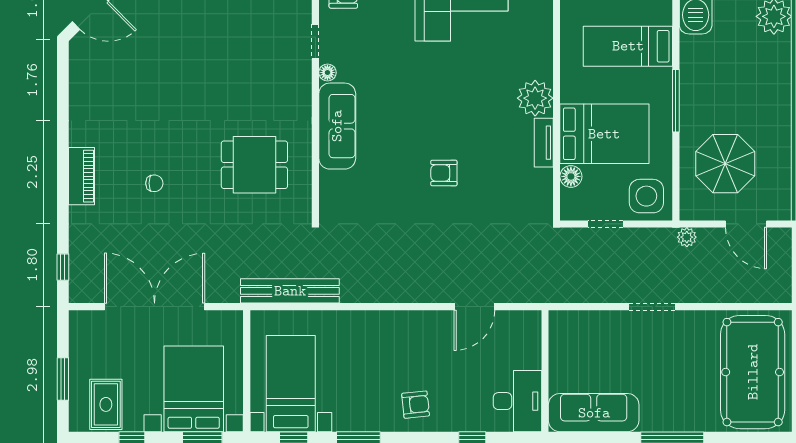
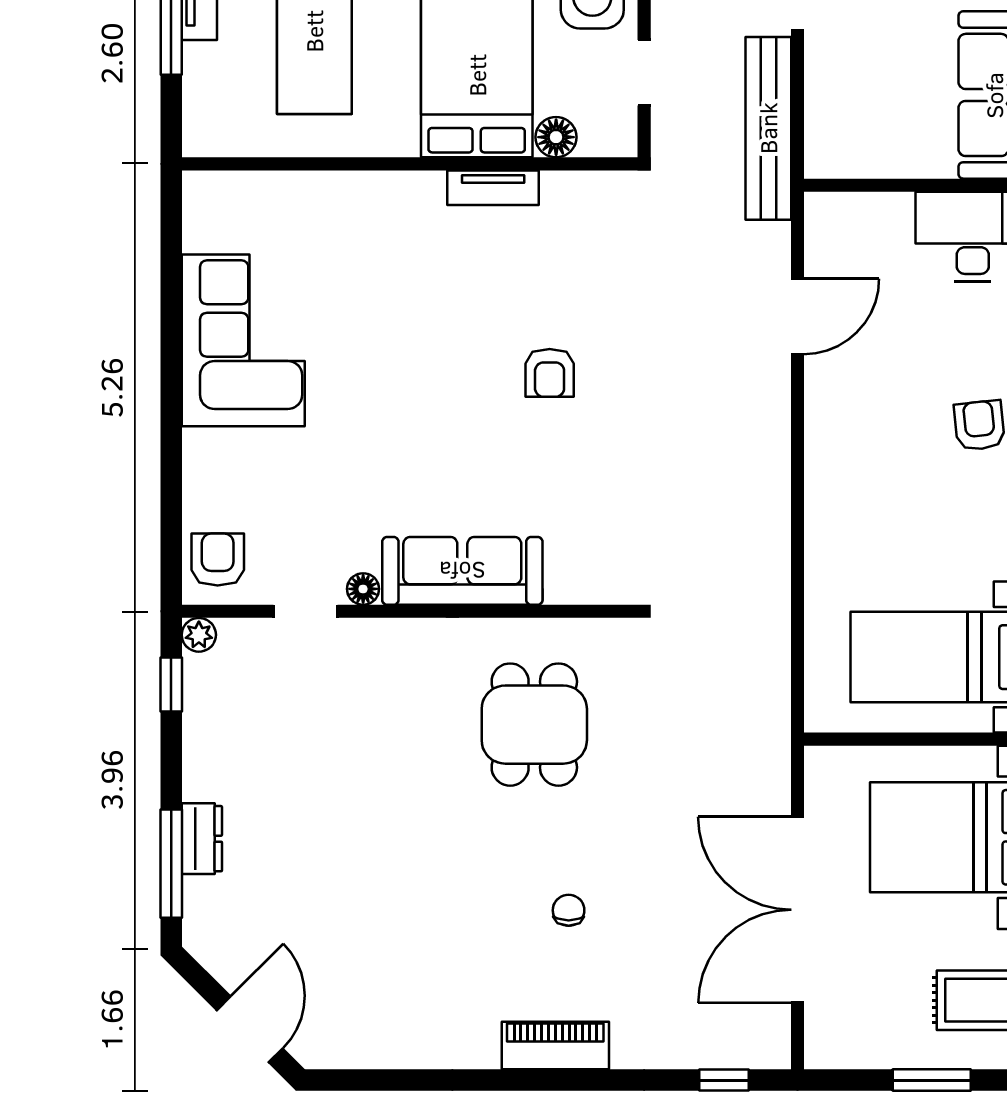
plant: (535, 98) -> (411, 204), removed
bench: (290, 291) -> (768, 128), moved
door: (474, 307) -> (798, 316), hinge flipped

